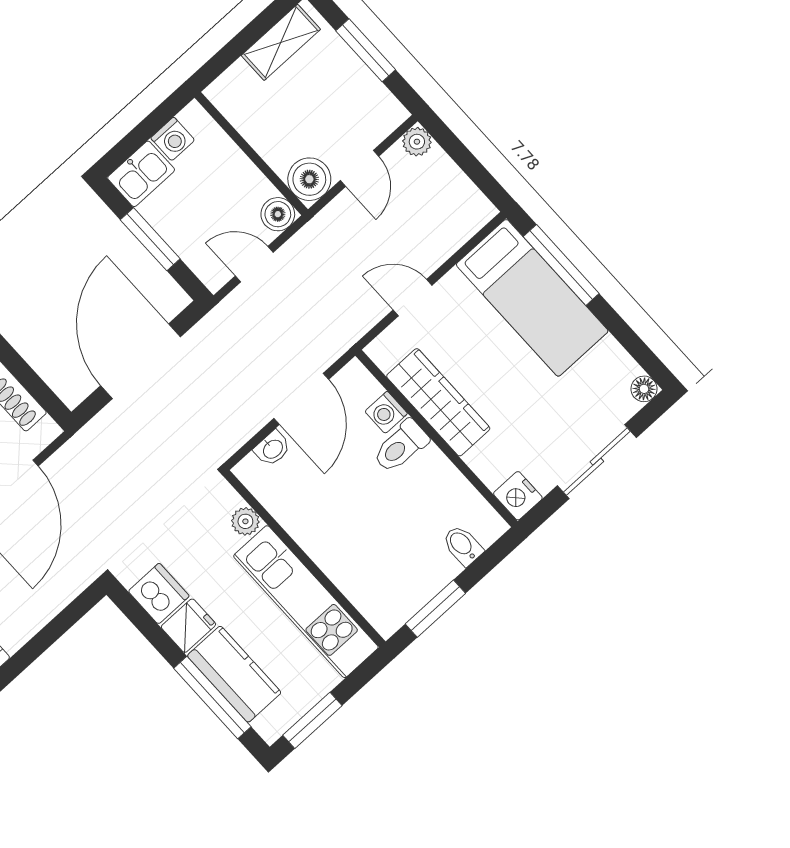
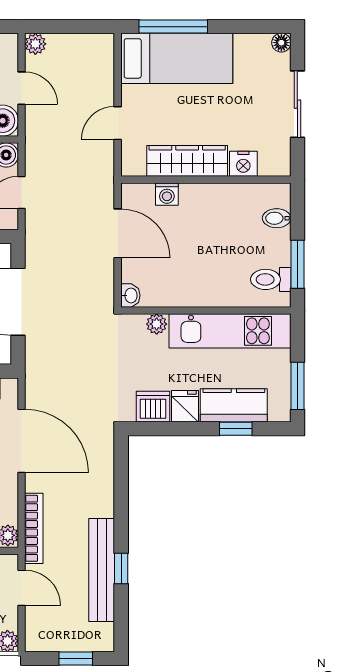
toilet: (401, 446) -> (271, 279), moved, turned 90
washbasin: (272, 449) -> (130, 295), moved
nightstand: (518, 496) -> (243, 164), moved
window: (212, 698) -> (236, 429), width x0.46

